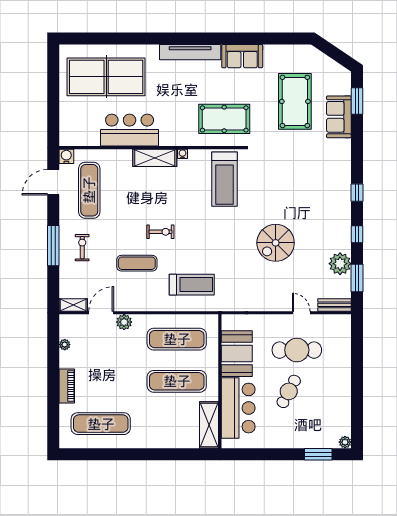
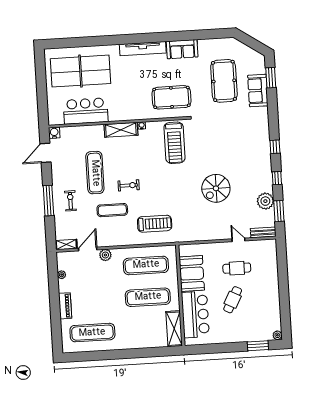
bar counter: (130, 130) -> (86, 111), moved
exercise mat: (89, 190) -> (95, 173), moved
cafe table: (297, 350) -> (237, 268), width x0.73, depth x0.74

